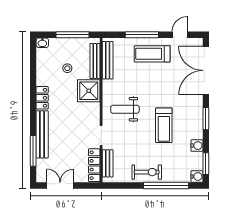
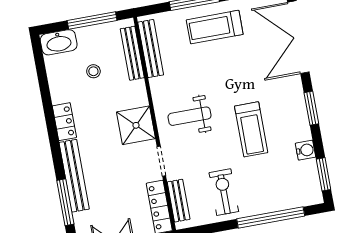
washbasin: (42, 43) -> (59, 42), width x1.91, depth x1.45
shower: (89, 91) -> (136, 125), moved
exercise bike: (147, 172) -> (224, 192), moved, turned -90
water cooler: (197, 177) -> (314, 196), removed

